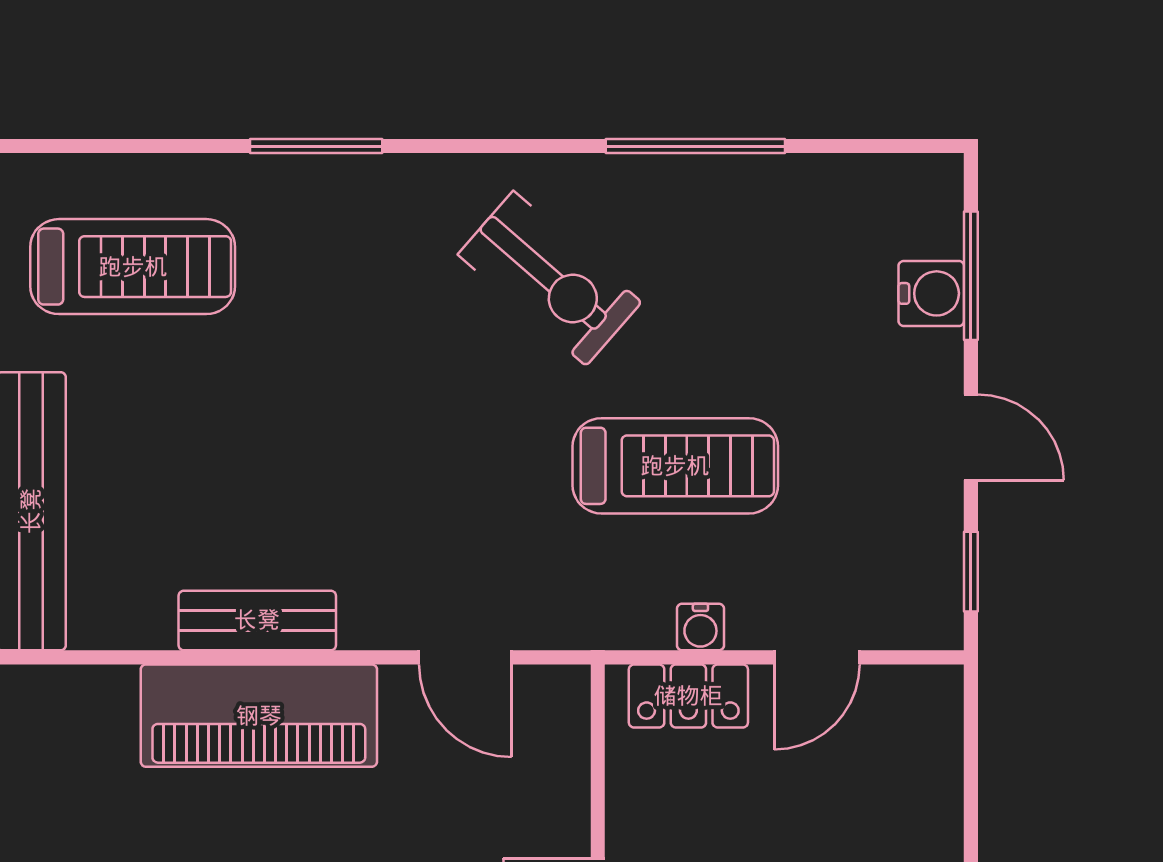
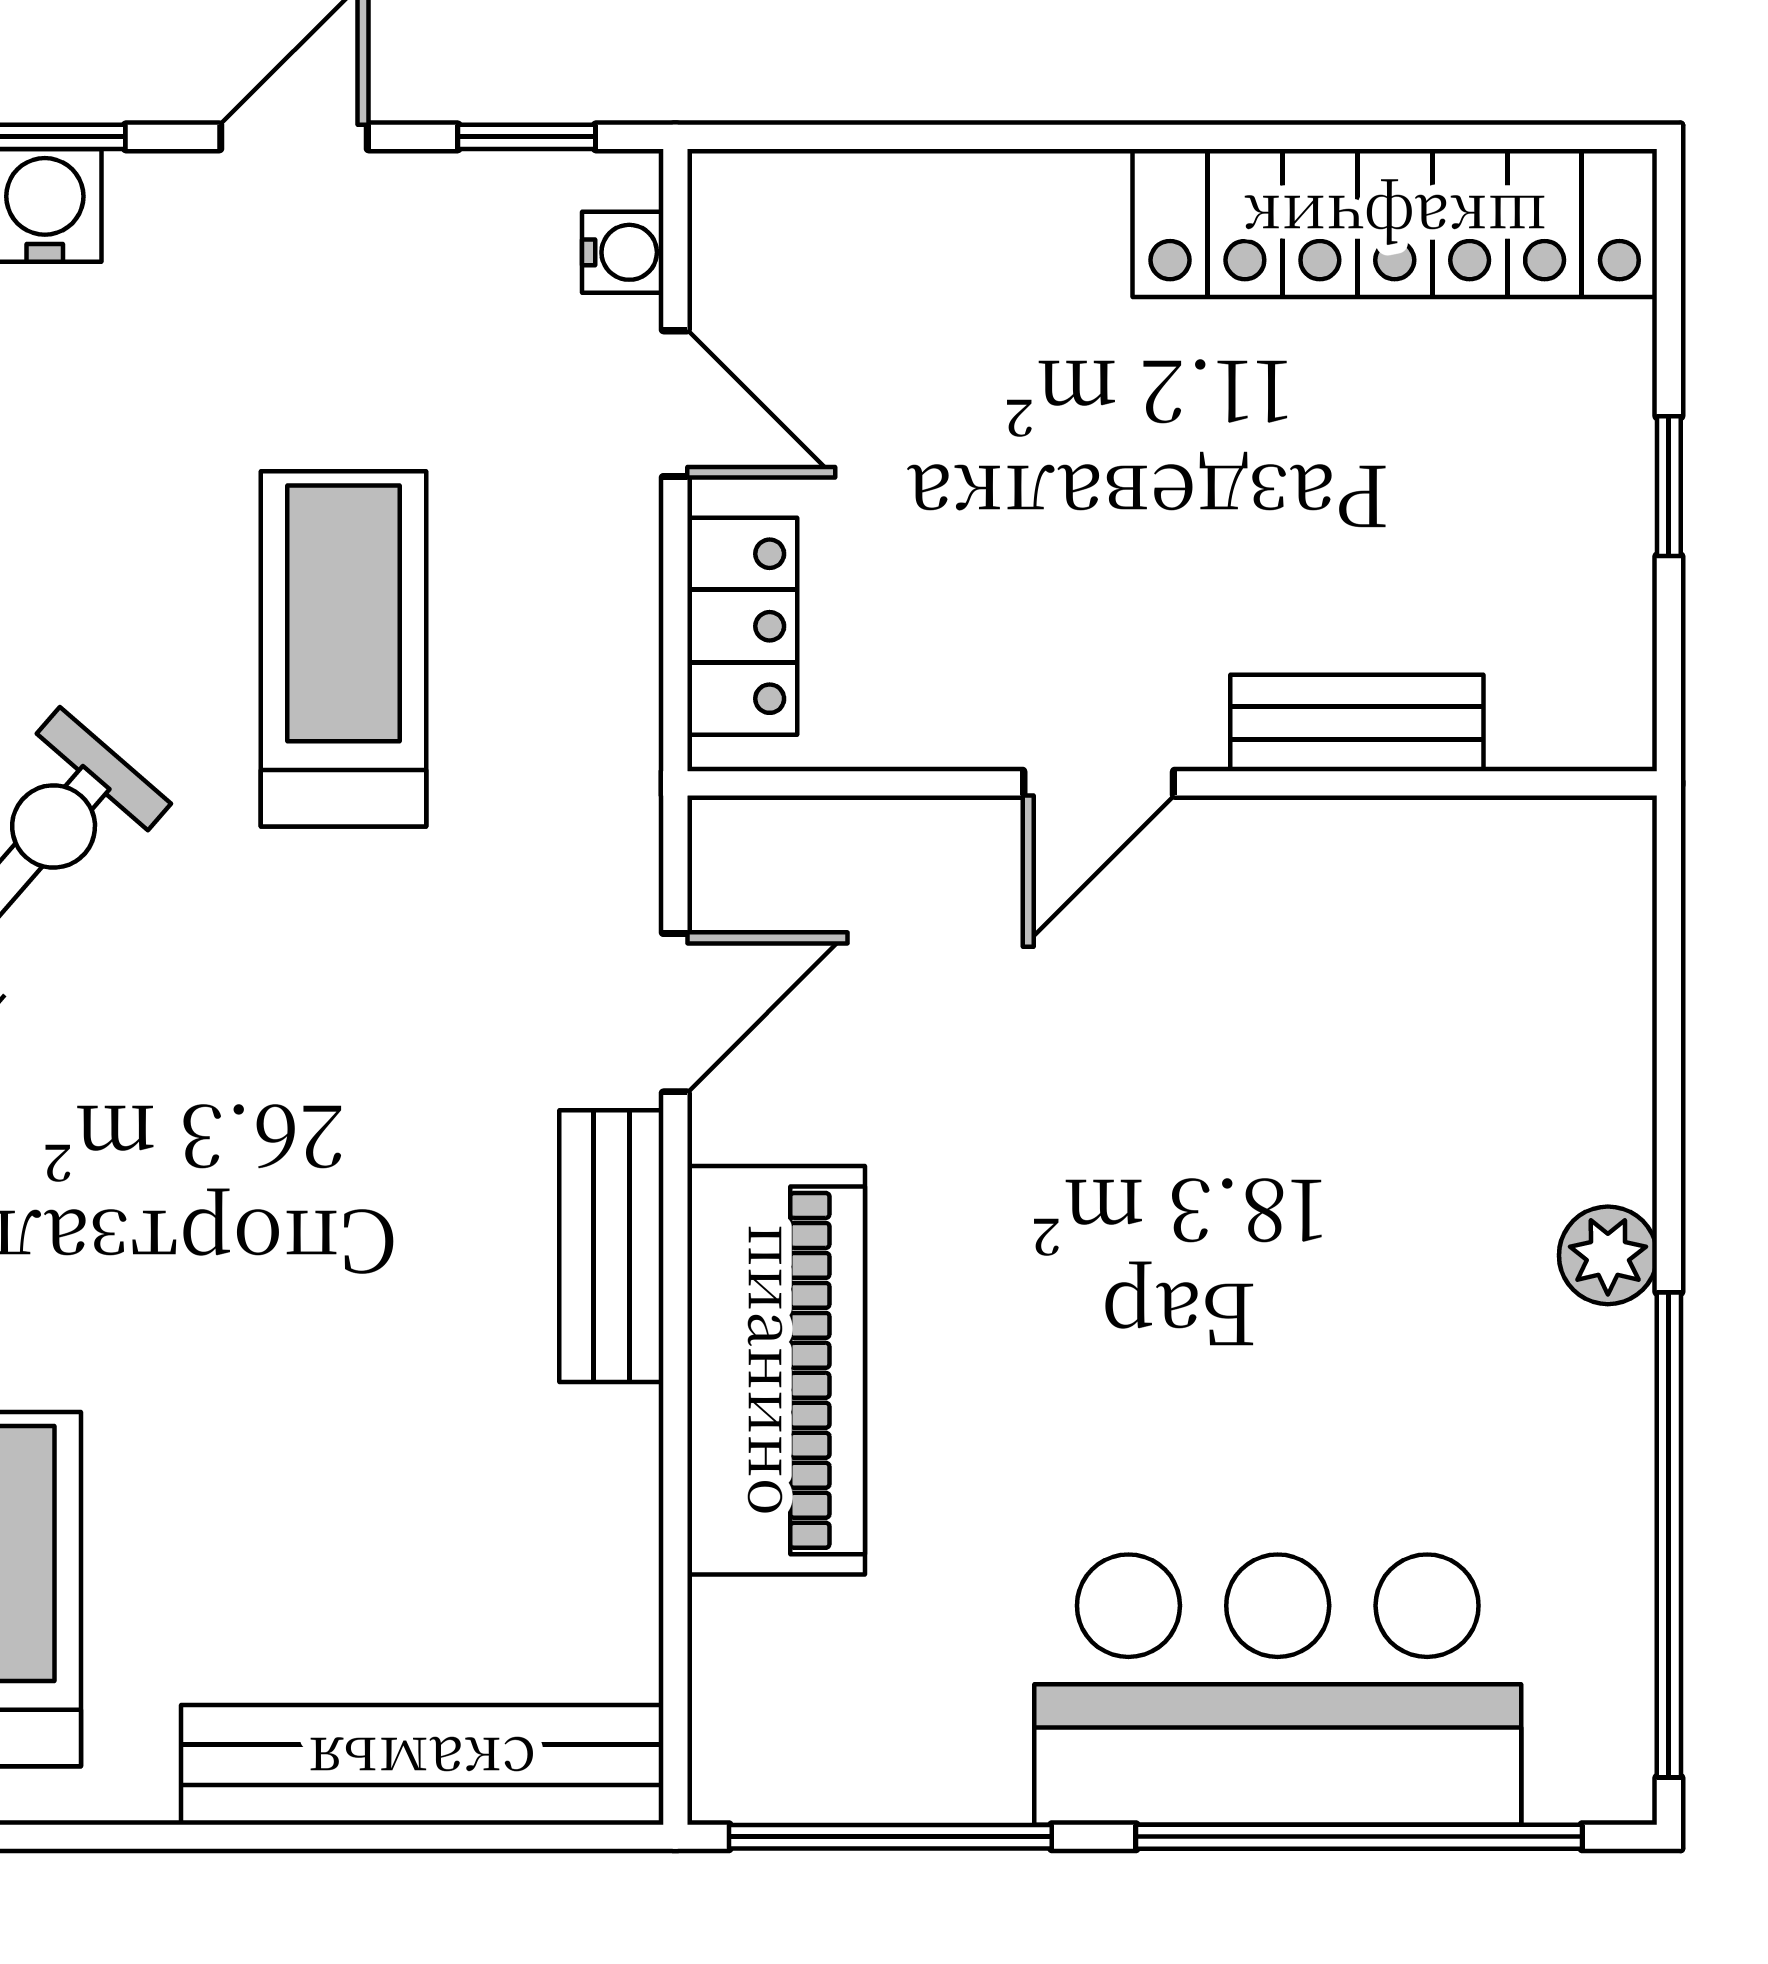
bench: (257, 620) -> (611, 1246), moved
water cooler: (700, 627) -> (623, 252), moved

